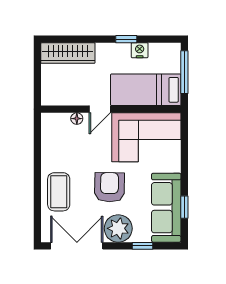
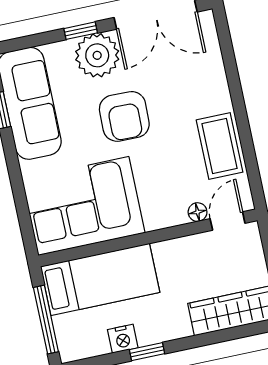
door: (100, 109) -> (228, 221), moved
coffee table: (59, 192) -> (220, 146), moved
window: (143, 246) -> (81, 31), moved

